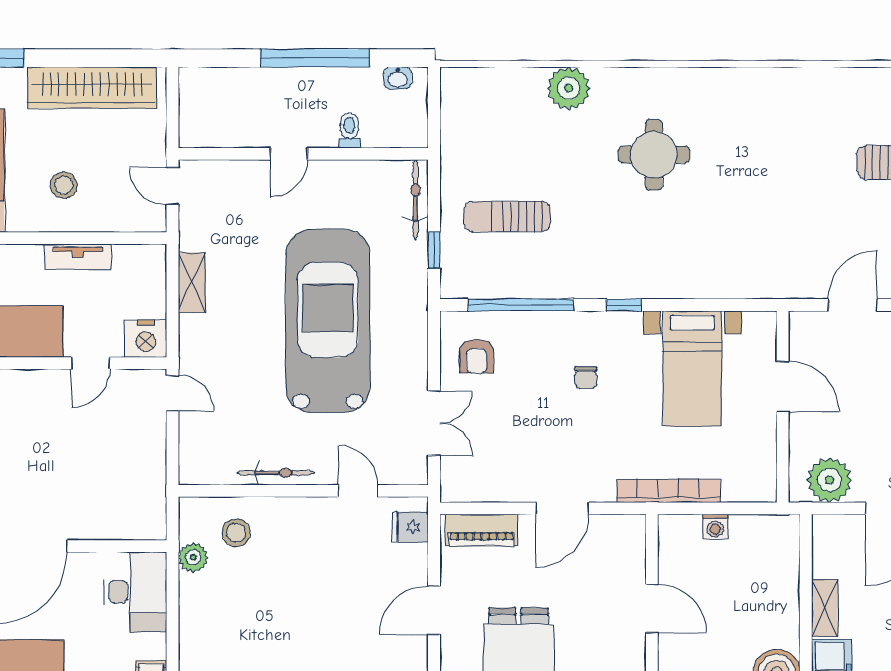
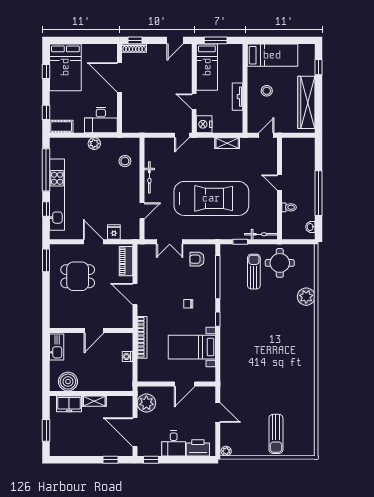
round table: (654, 155) -> (280, 263), moved
fridge: (410, 527) -> (114, 232), moved
plant: (193, 557) -> (94, 144), moved

